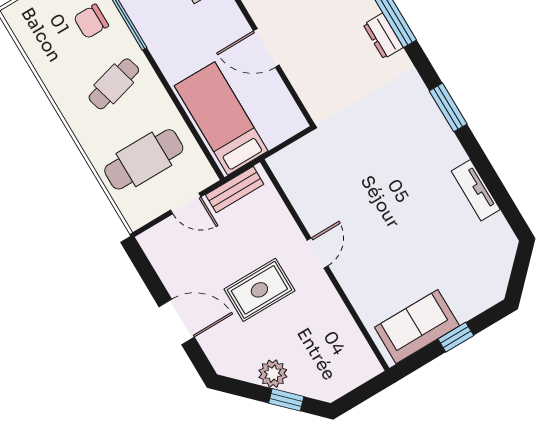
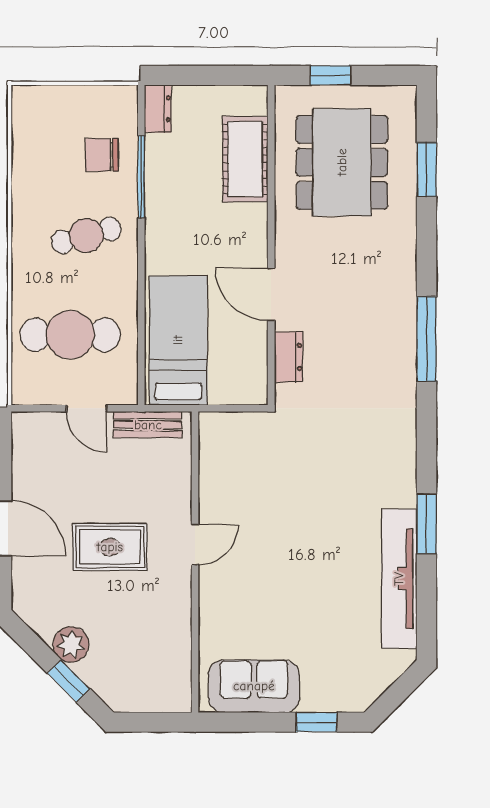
dresser: (383, 36) -> (288, 357), moved, turned 180
window: (448, 107) -> (427, 524), moved
tv unit: (476, 190) -> (399, 579), width x1.92, depth x1.29
window: (456, 337) -> (316, 722), moved

